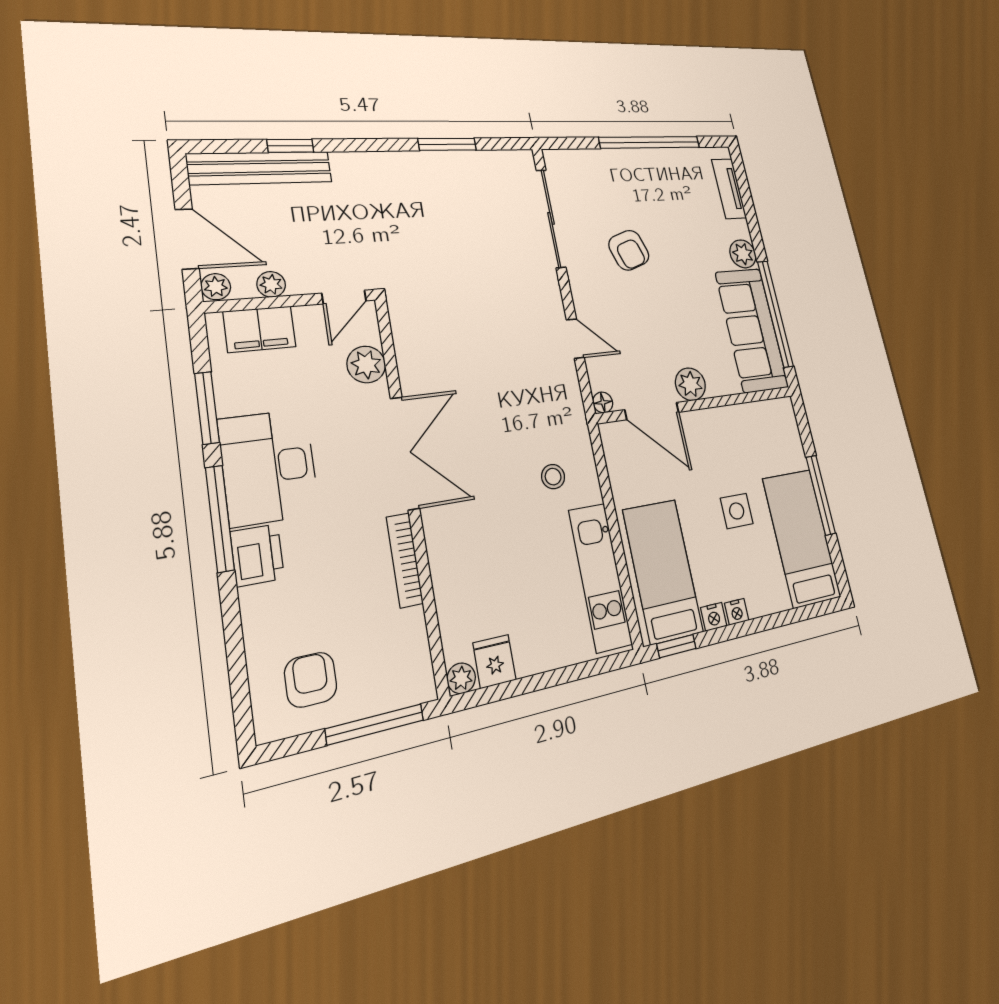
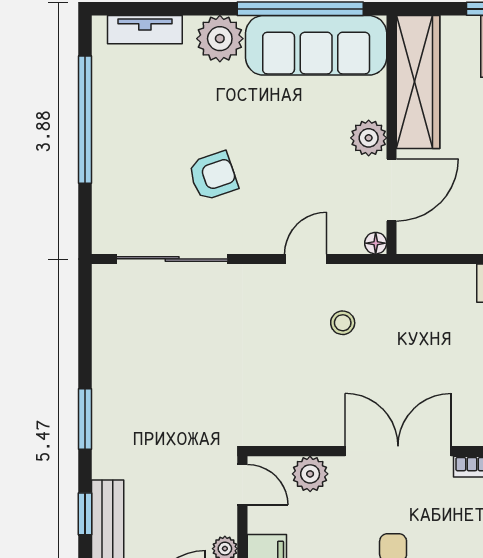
window: (447, 144) -> (85, 419), moved
plant: (743, 254) -> (220, 39), width x1.36, depth x1.36
wardrobe: (745, 422) -> (418, 82), added
stool: (553, 477) -> (343, 323), moved

